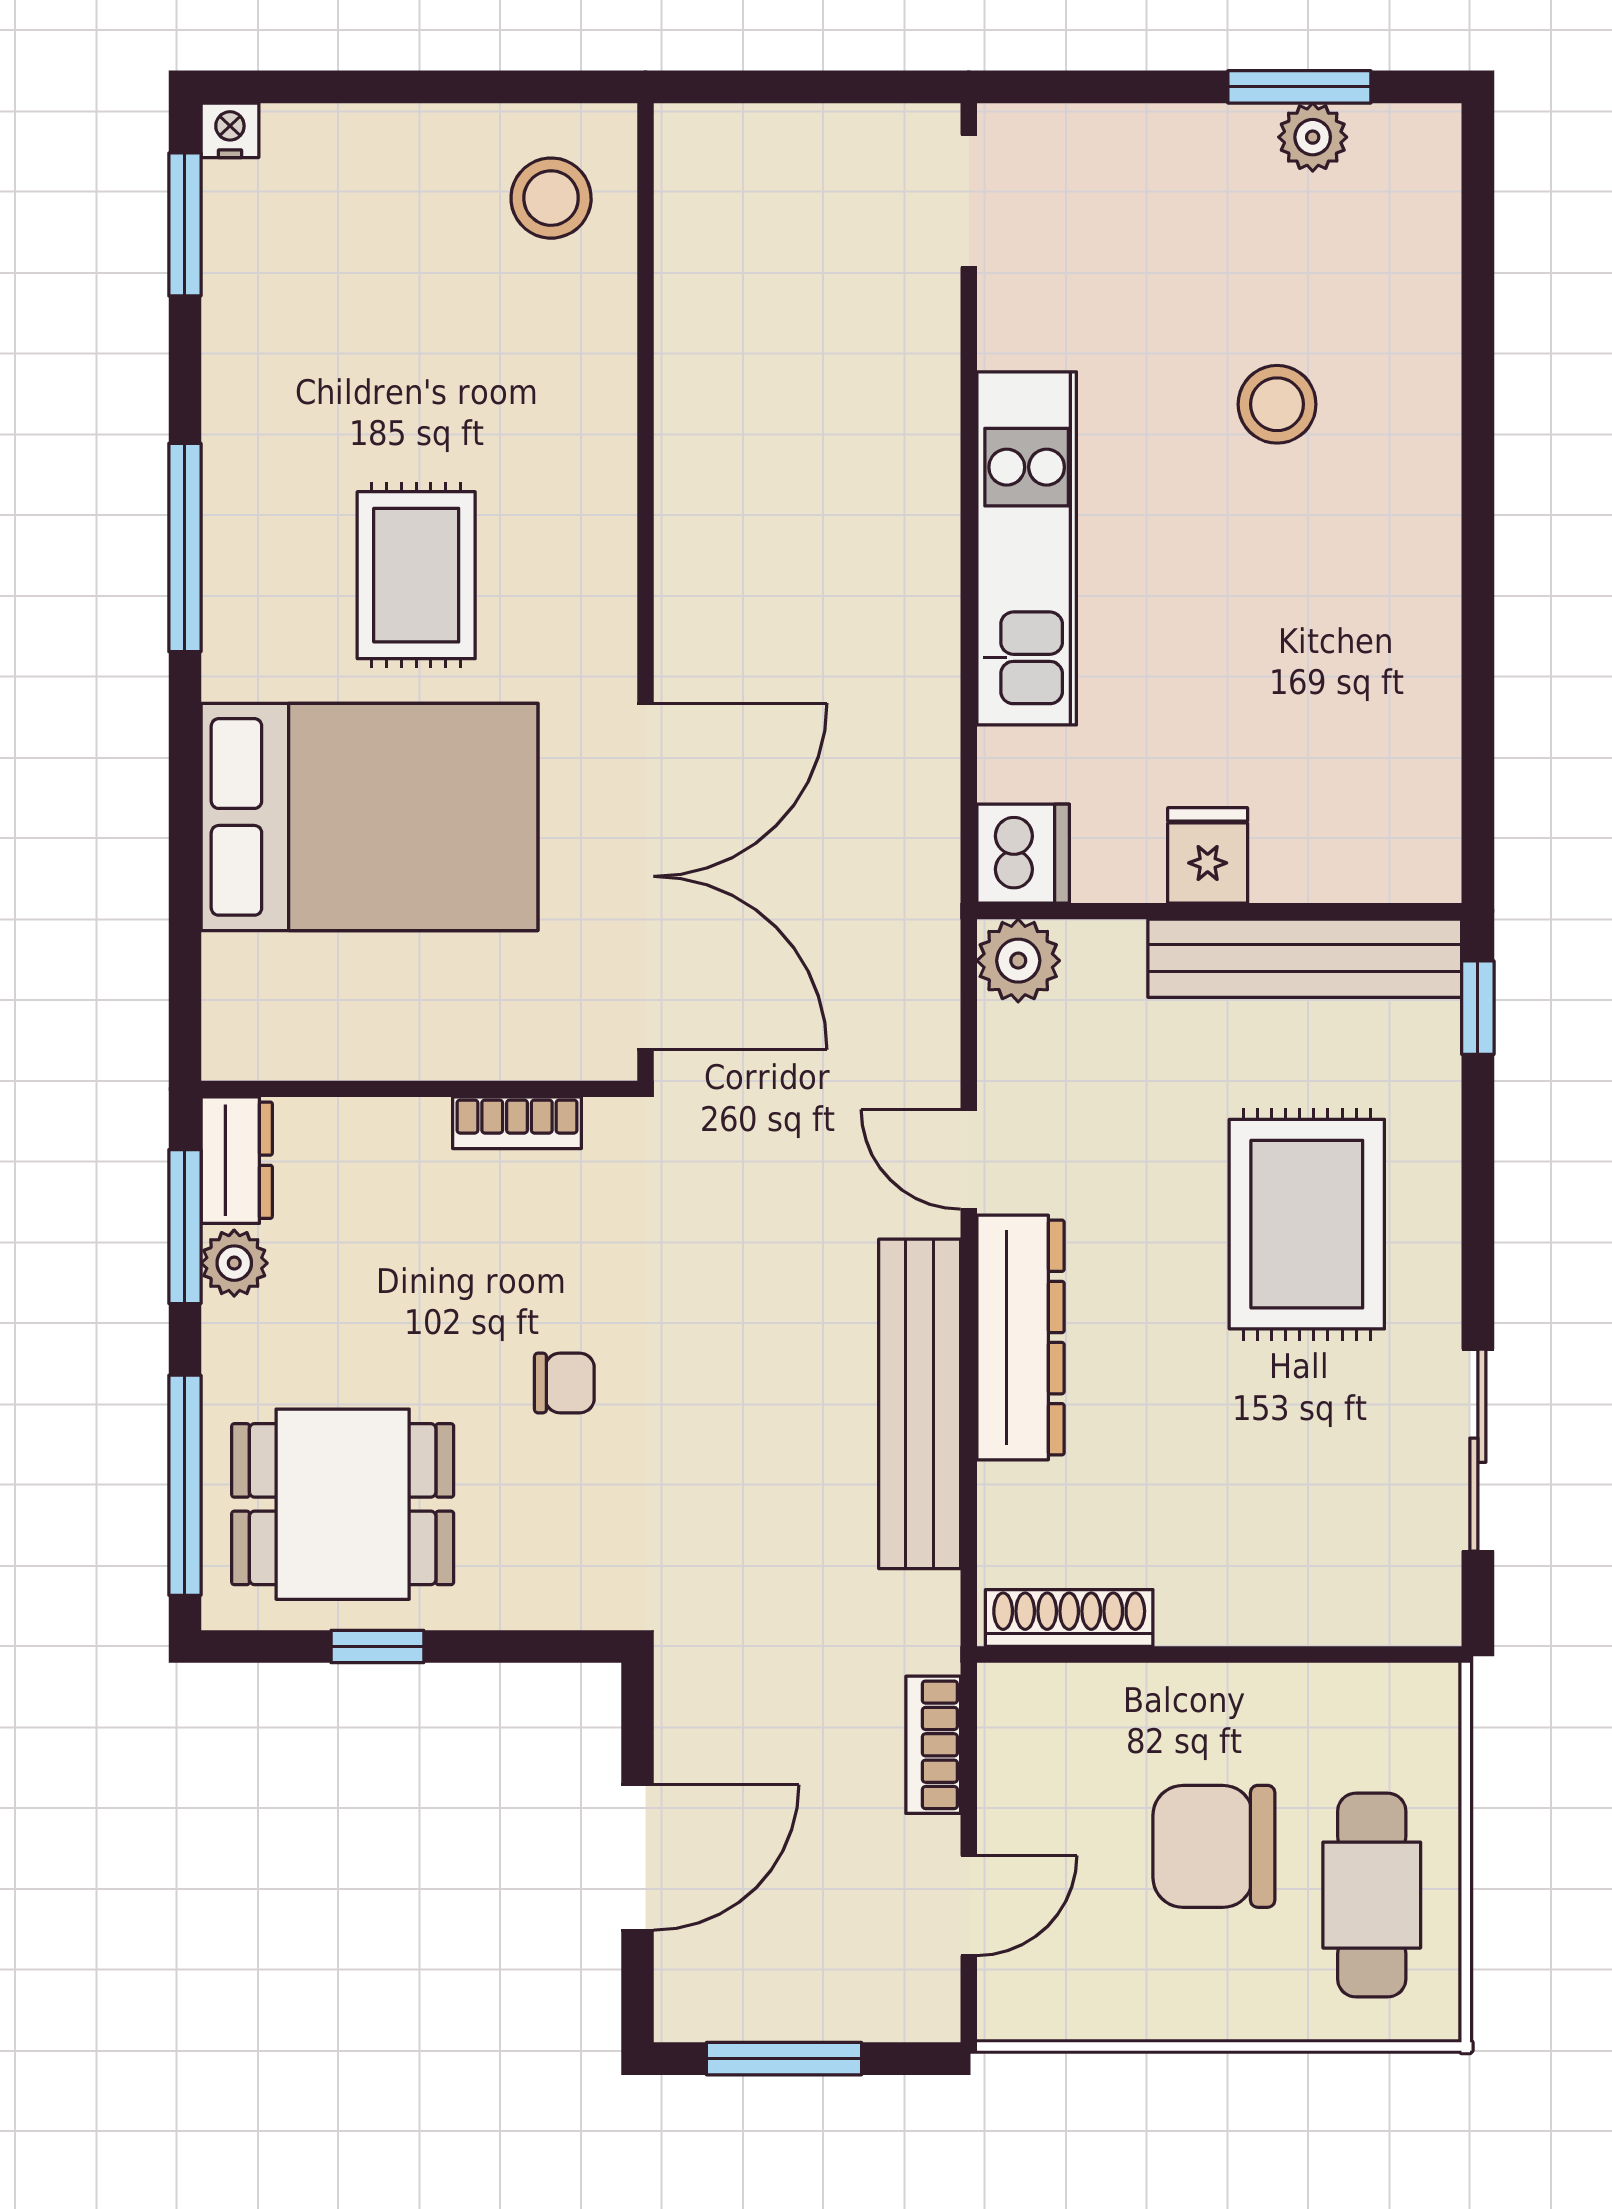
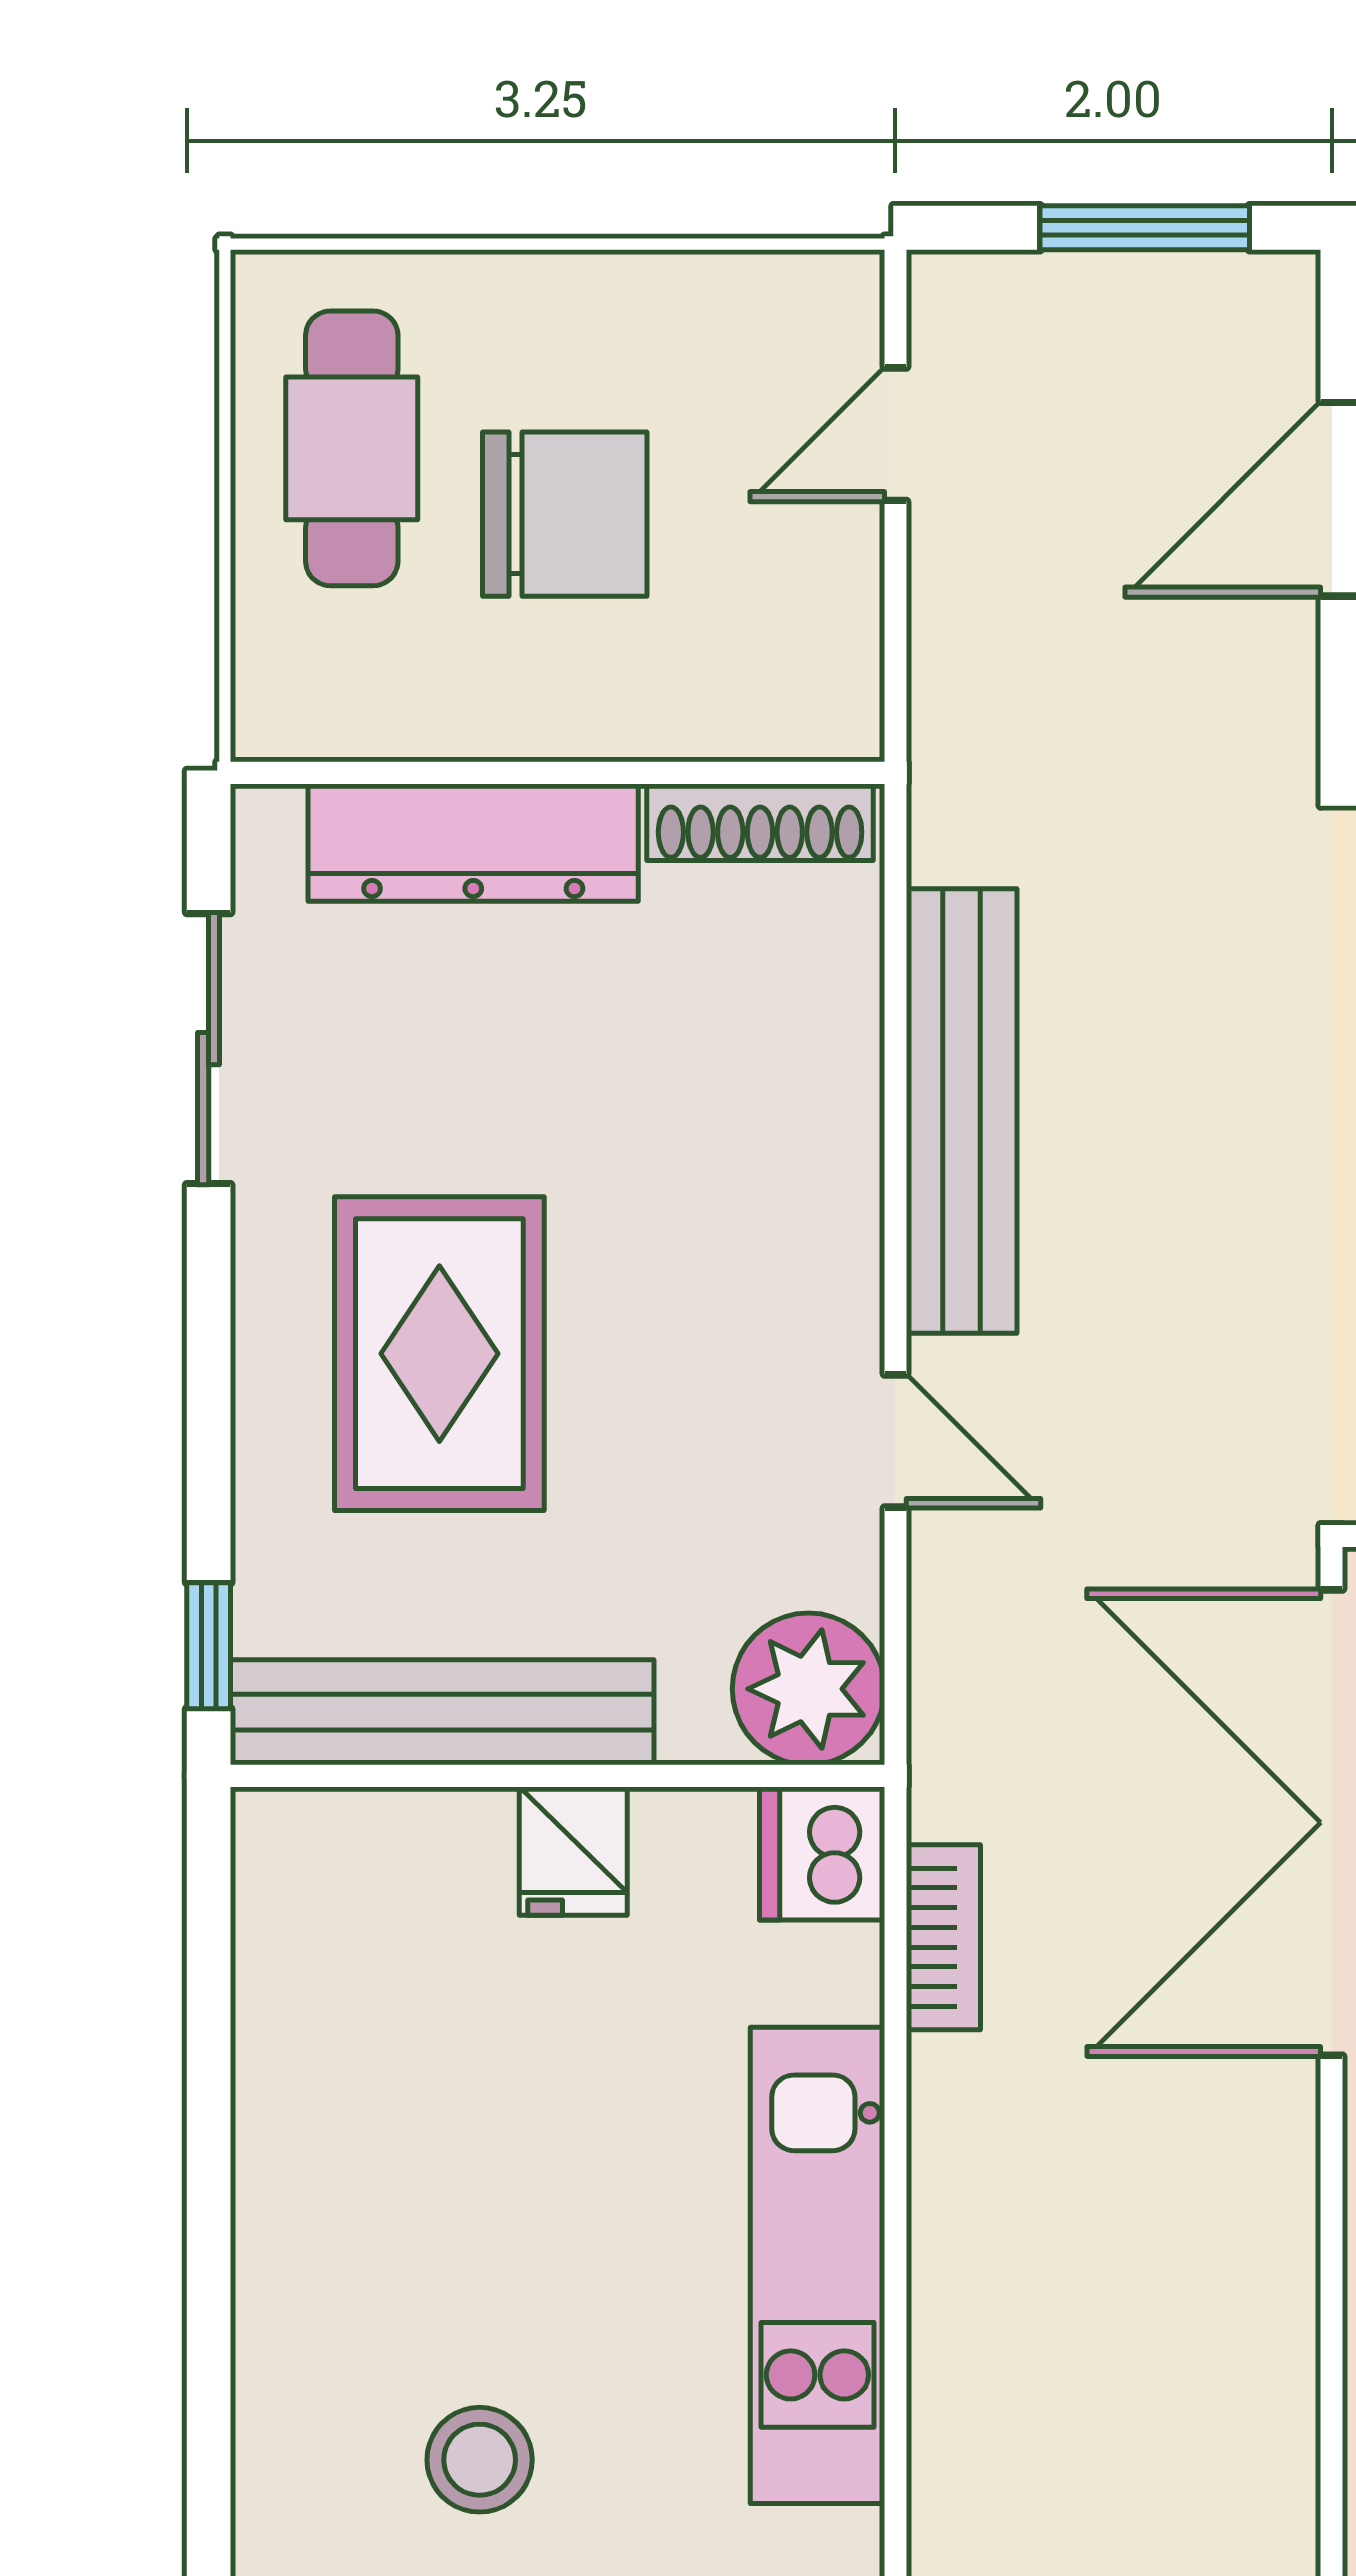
plant: (1018, 961) -> (808, 1689), width x1.36, depth x1.36
dresser: (1021, 1338) -> (473, 843), moved, turned -90
bookcase: (933, 1745) -> (943, 1937), moved

